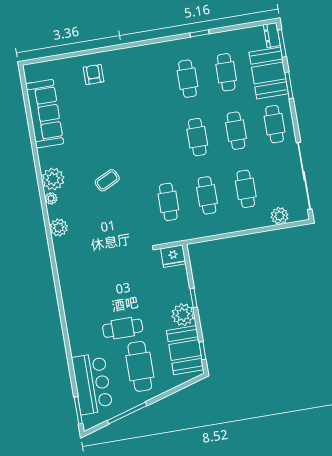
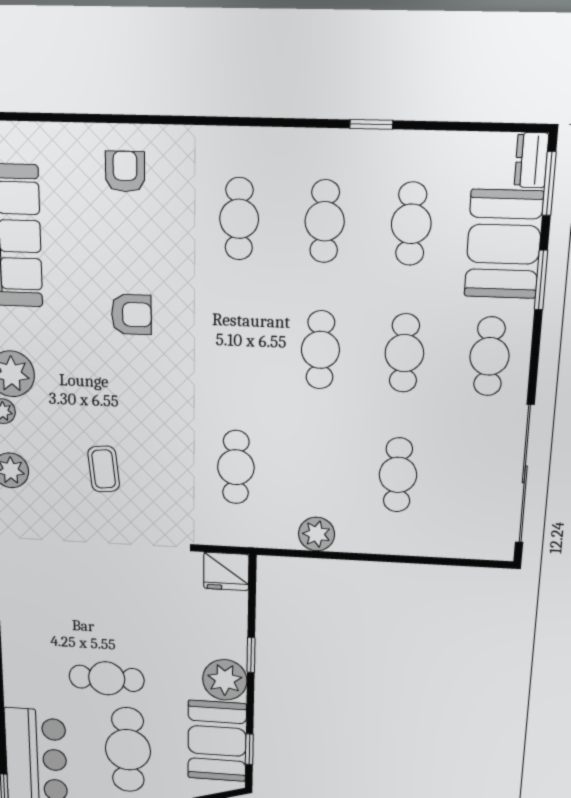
armchair: (106, 139) -> (131, 314), added
coffee table: (107, 180) -> (104, 469), moved, turned -70
cafe table: (207, 195) -> (239, 219), moved
plant: (280, 216) -> (317, 534), moved

